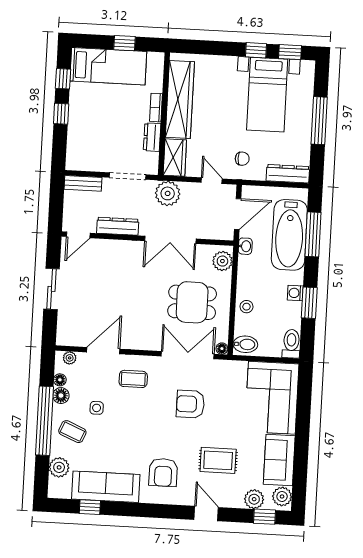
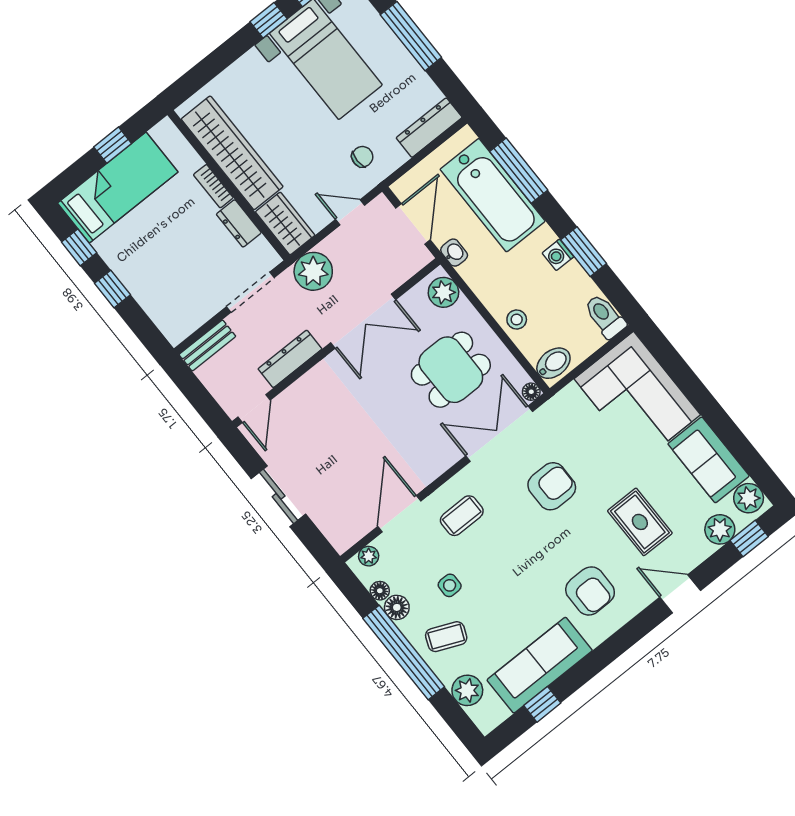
armchair: (190, 404) -> (552, 486), turned 180
rug: (218, 460) -> (640, 522), turned 90

